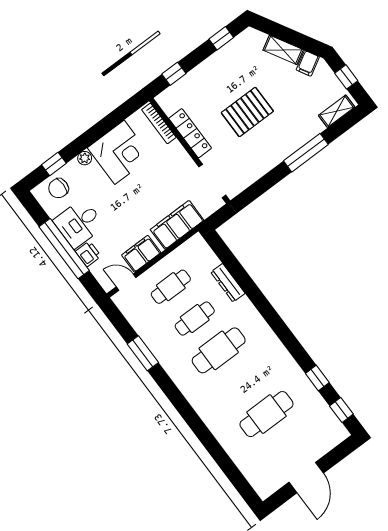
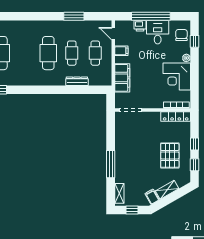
window: (174, 74) -> (195, 144), moved
pallet: (247, 112) -> (170, 155), moved
locker: (190, 133) -> (176, 116), moved
filing cabinet: (141, 254) -> (121, 51), width x0.50
door: (126, 282) -> (113, 34), swing flipped

